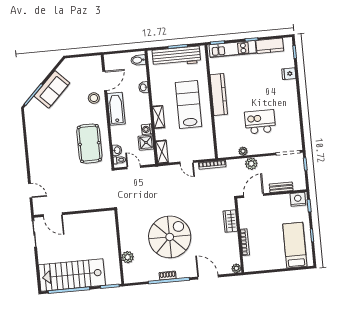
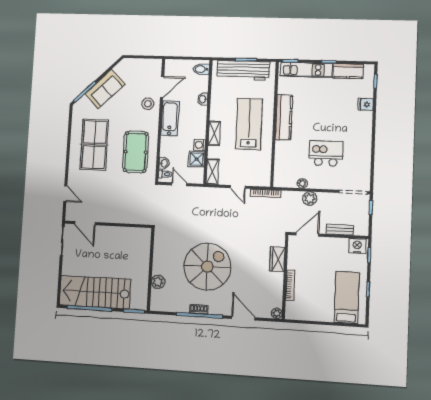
table tennis table: (50, 142) -> (94, 145), added

